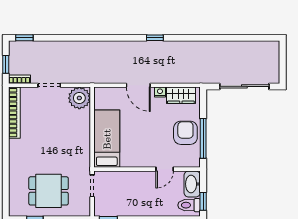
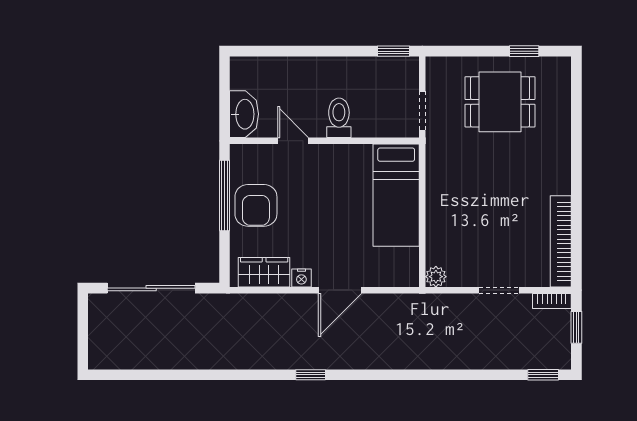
door: (138, 85) -> (340, 290), swing flipped
plant: (79, 98) -> (436, 277), width x0.53, depth x0.53
door: (165, 169) -> (293, 141), hinge flipped
window: (203, 201) -> (225, 83), removed
toilet: (189, 205) -> (339, 118), moved, turned -90

